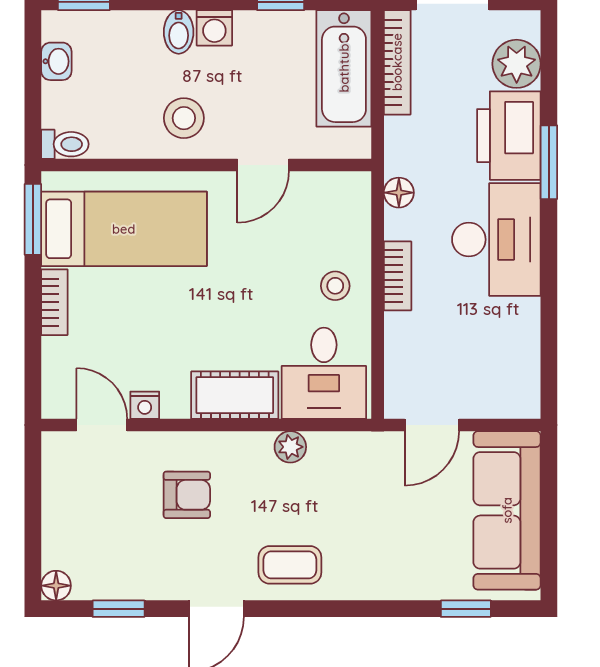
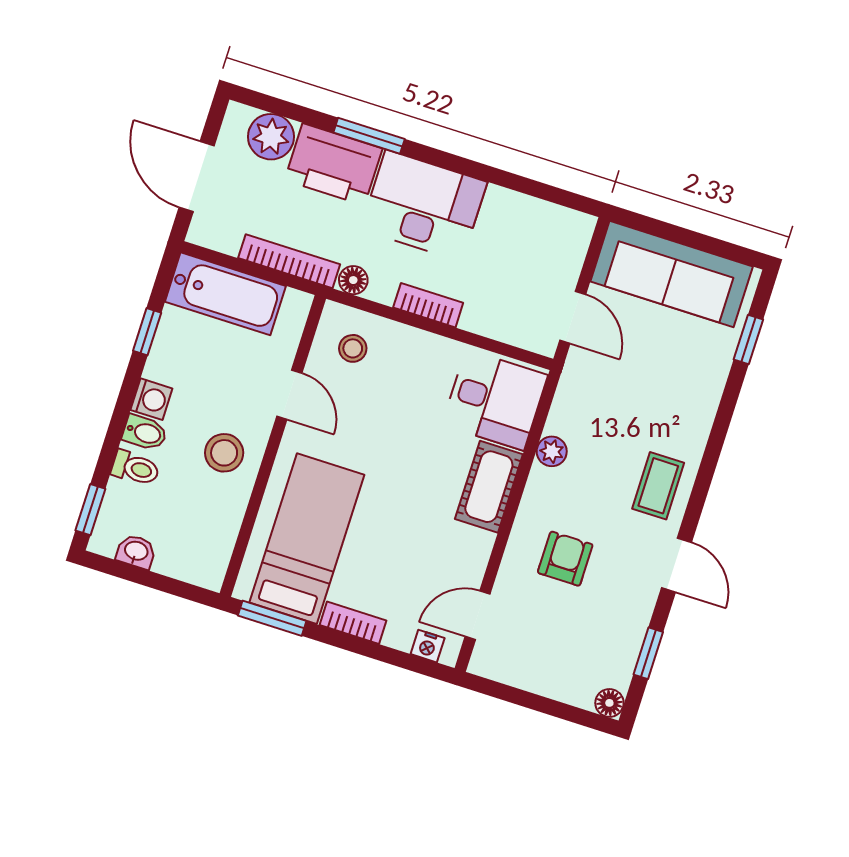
bookcase: (397, 62) -> (289, 261), moved
toilet: (65, 144) -> (135, 468), moved, turned 90
stool: (335, 286) -> (353, 348), moved
nightstand: (145, 405) -> (428, 646), moved, turned 90

